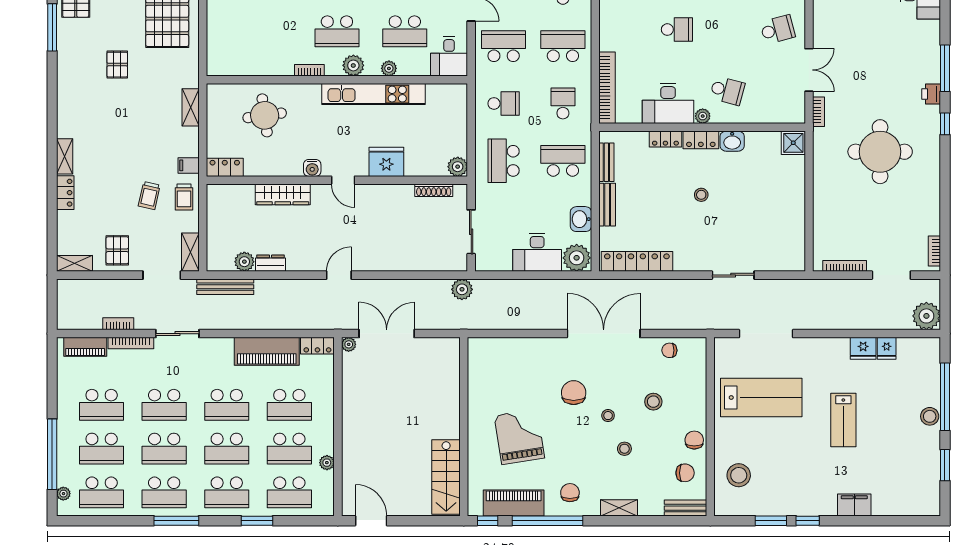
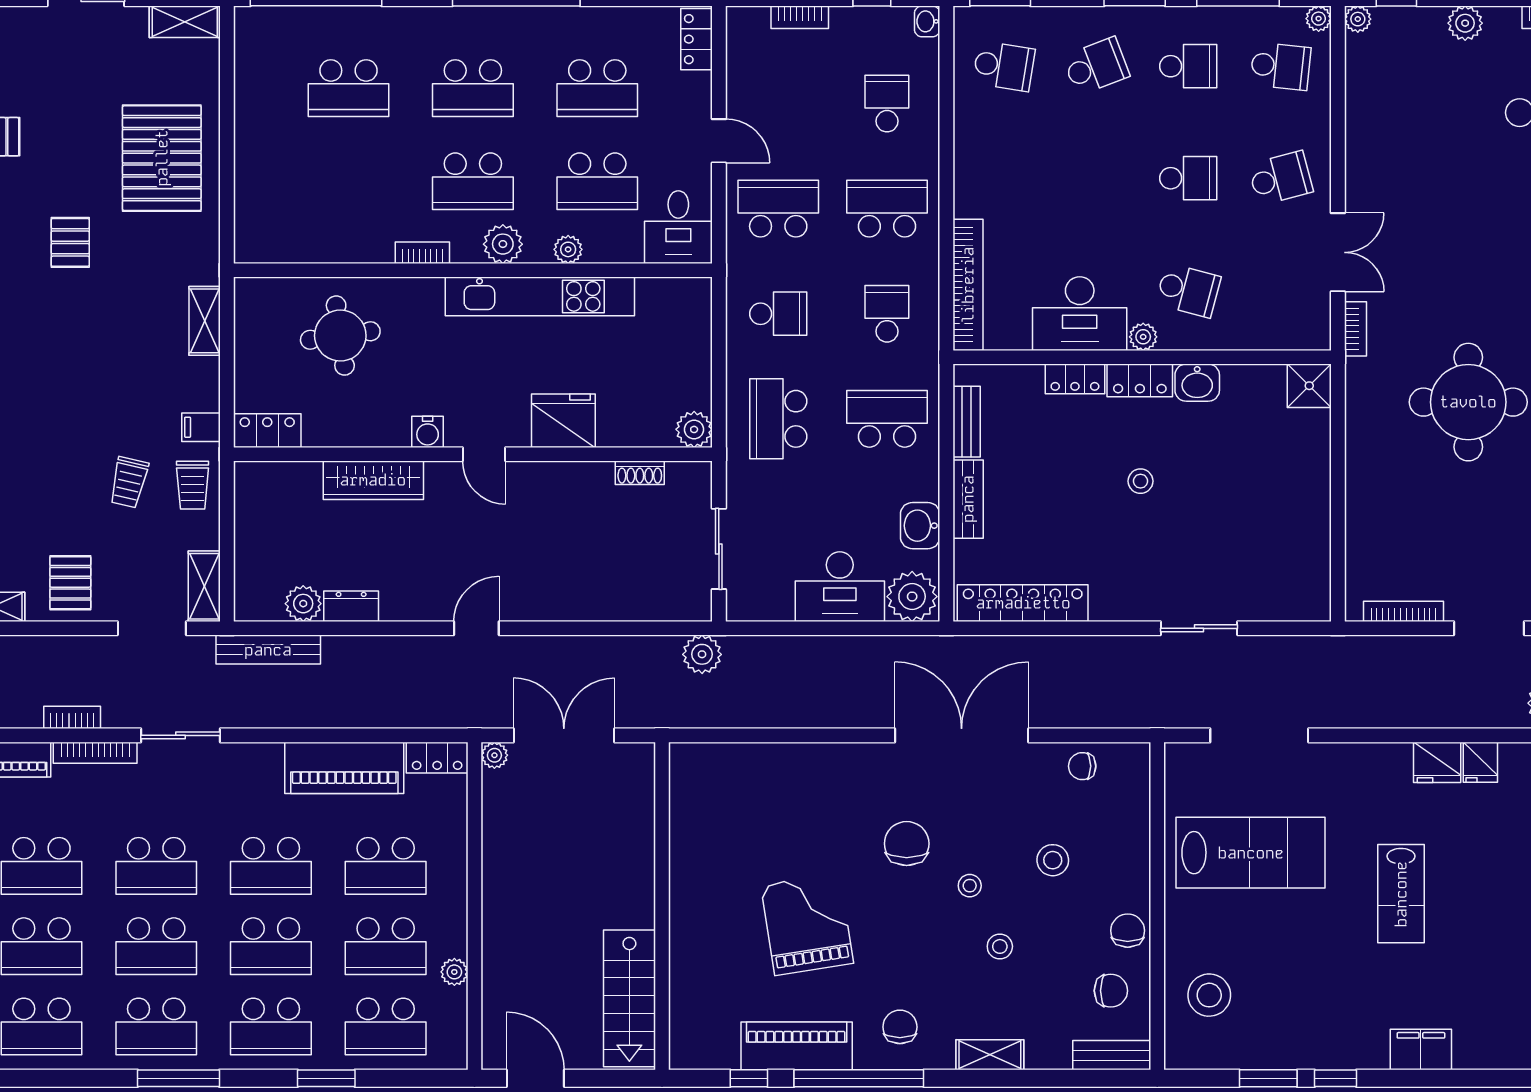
school desk: (677, 30) -> (1188, 178), moved
shoe rack: (434, 190) -> (640, 473), width x0.70
wall: (464, 427) -> (662, 906), moved
stairs: (446, 477) -> (629, 998), moved

